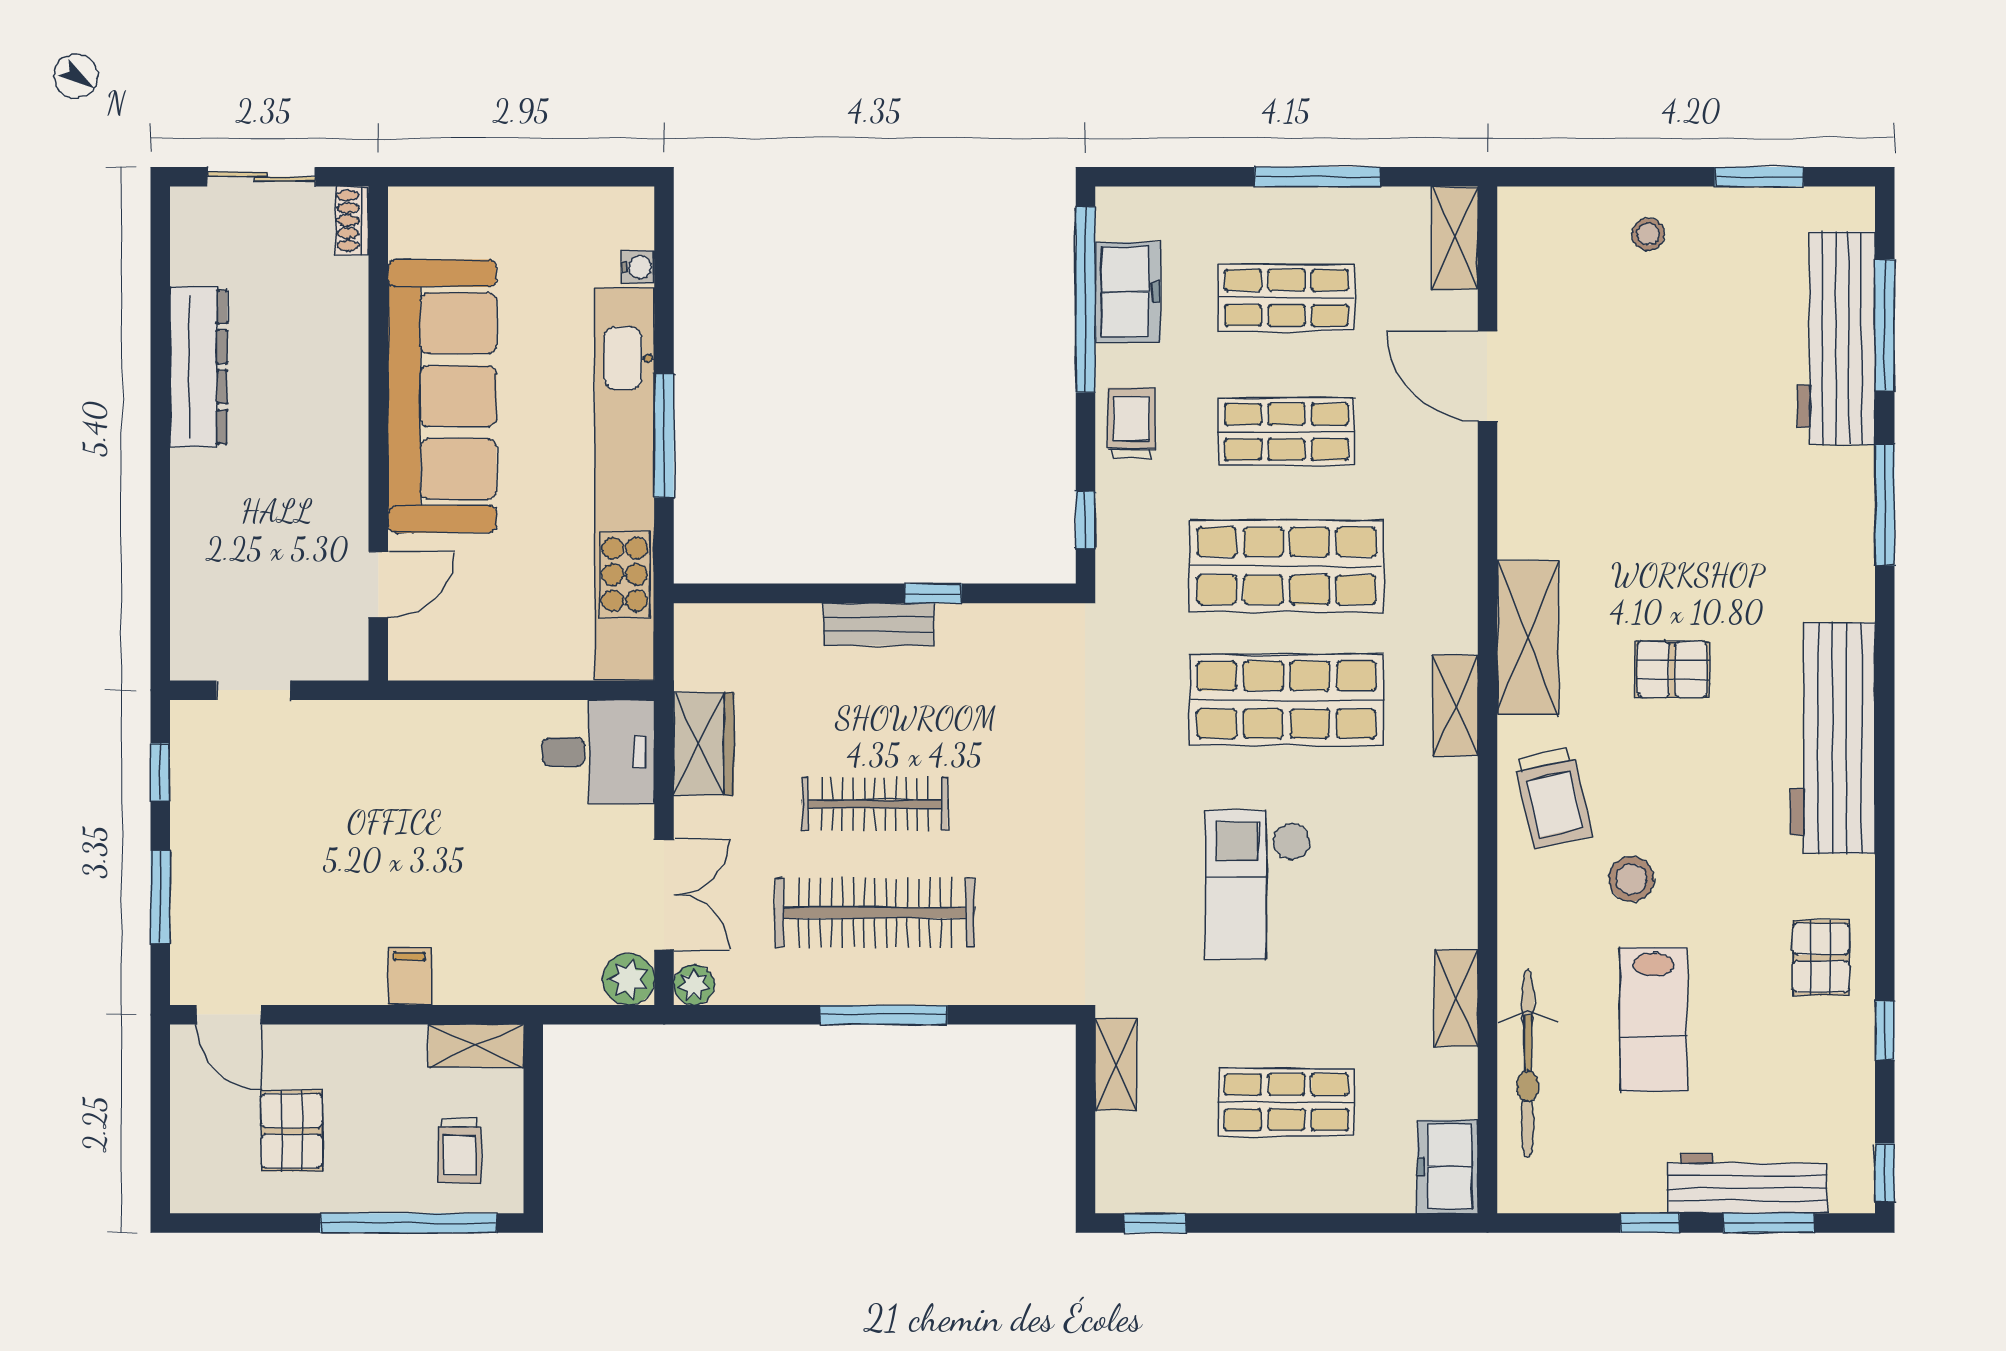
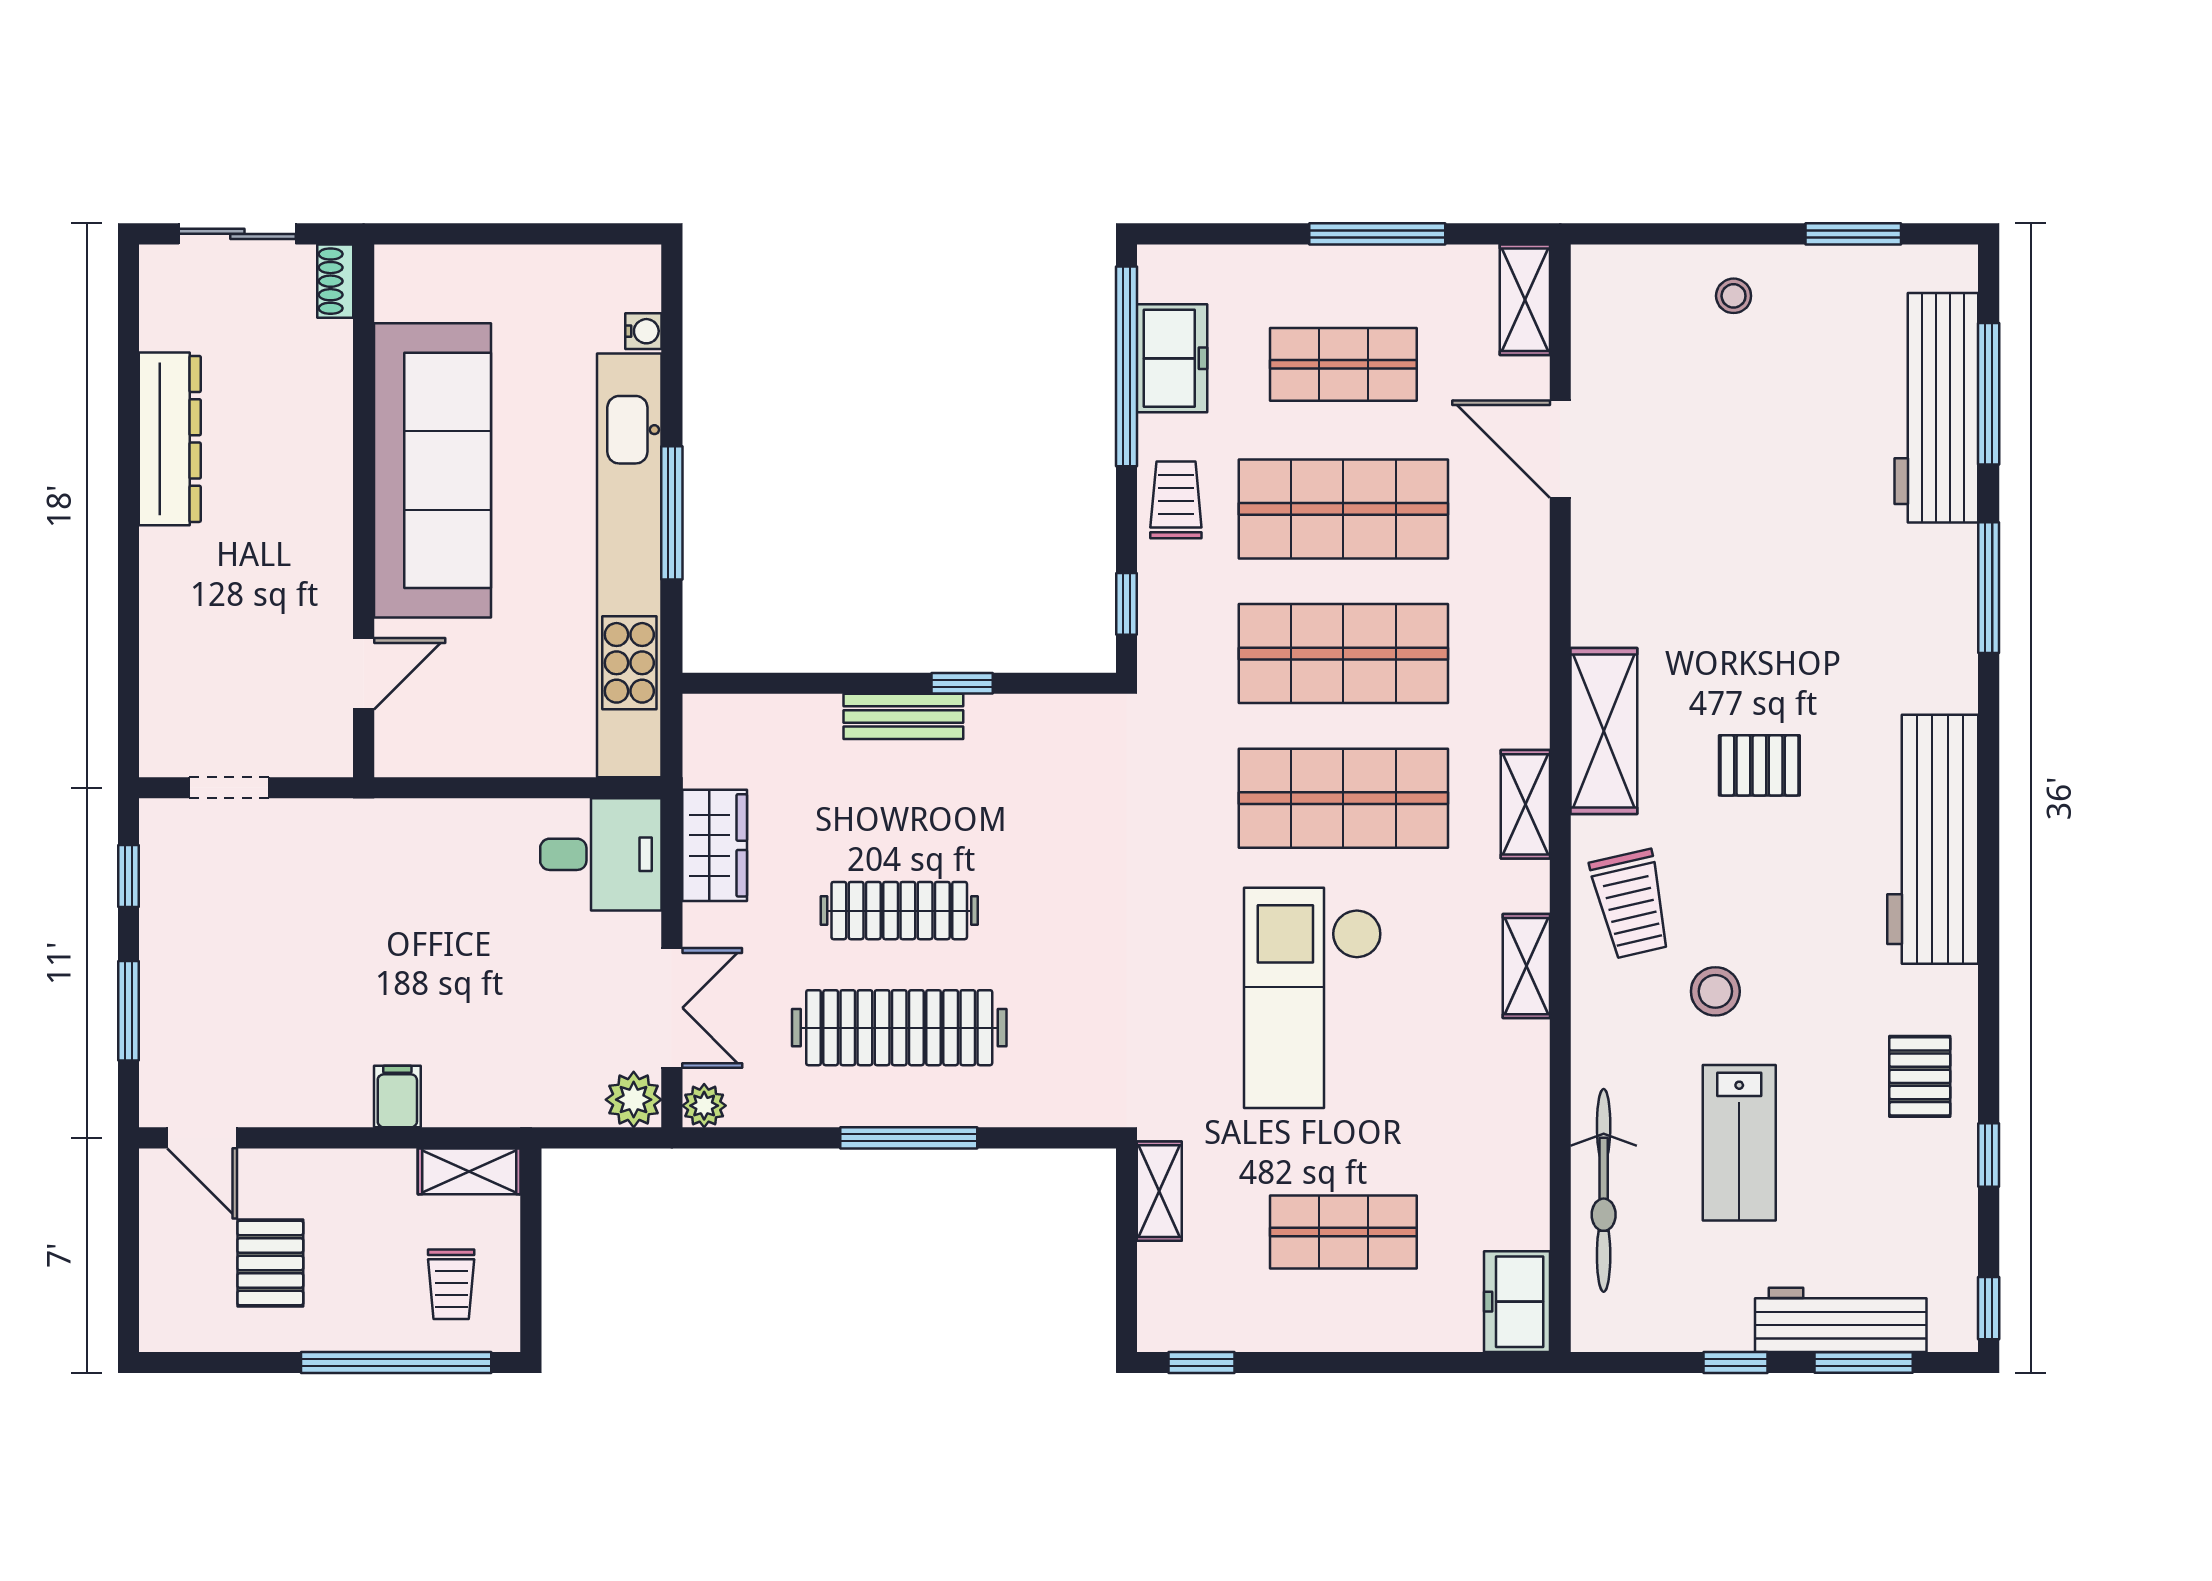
shop shelf: (1286, 432) -> (1343, 509), width x1.43, depth x1.36
checkout: (1258, 885) -> (1313, 998), width x1.36, depth x1.21
shelving: (1456, 998) -> (1526, 966), moved

